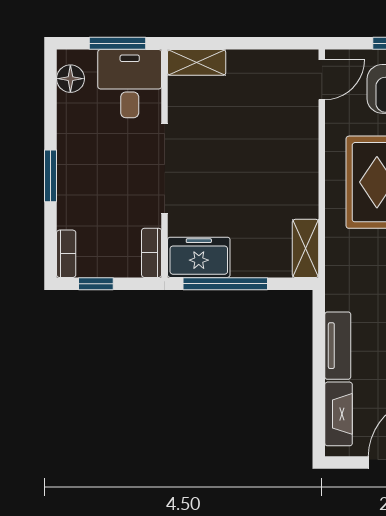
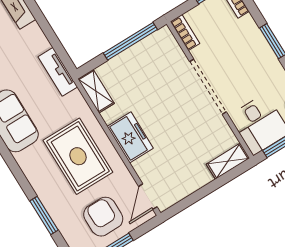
freezer: (199, 257) -> (130, 137), moved, turned -90
tv unit: (338, 346) -> (58, 72), moved

